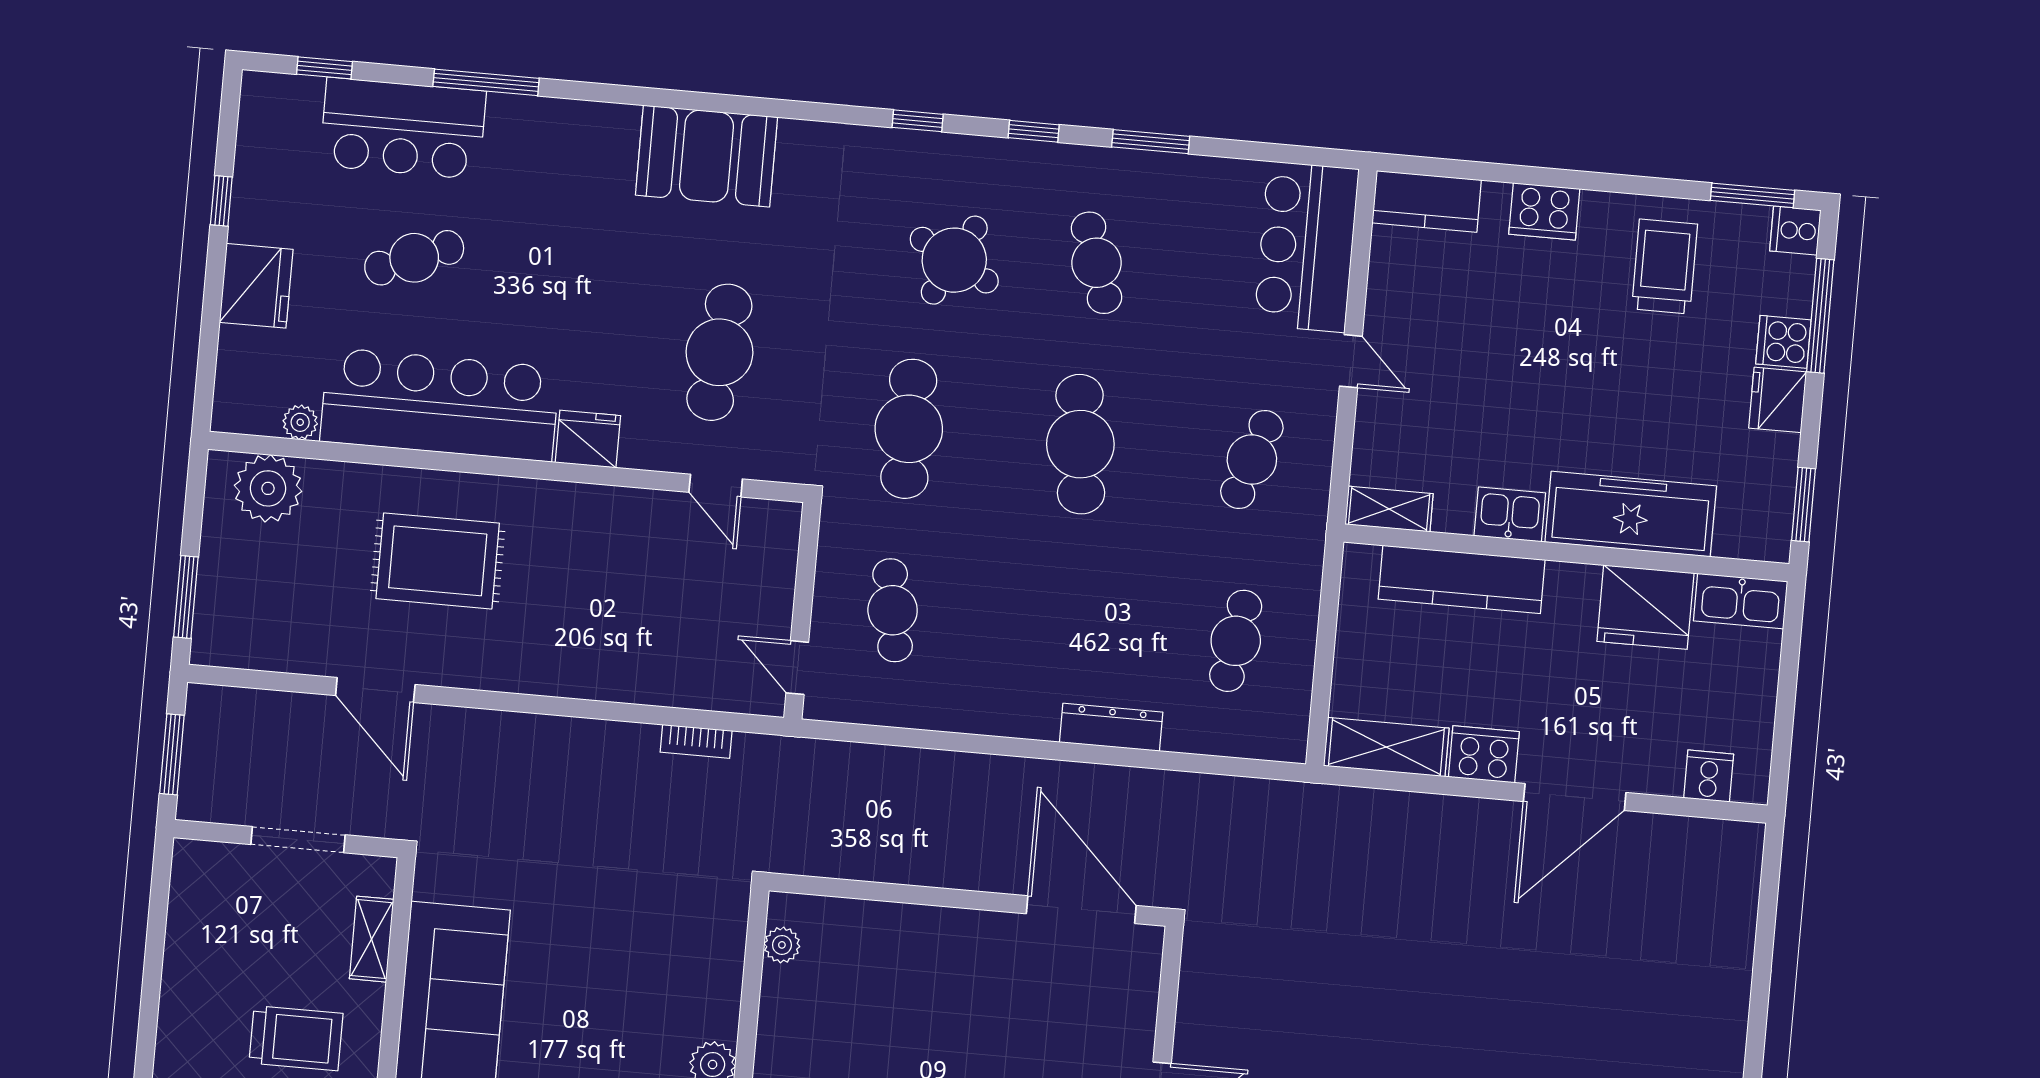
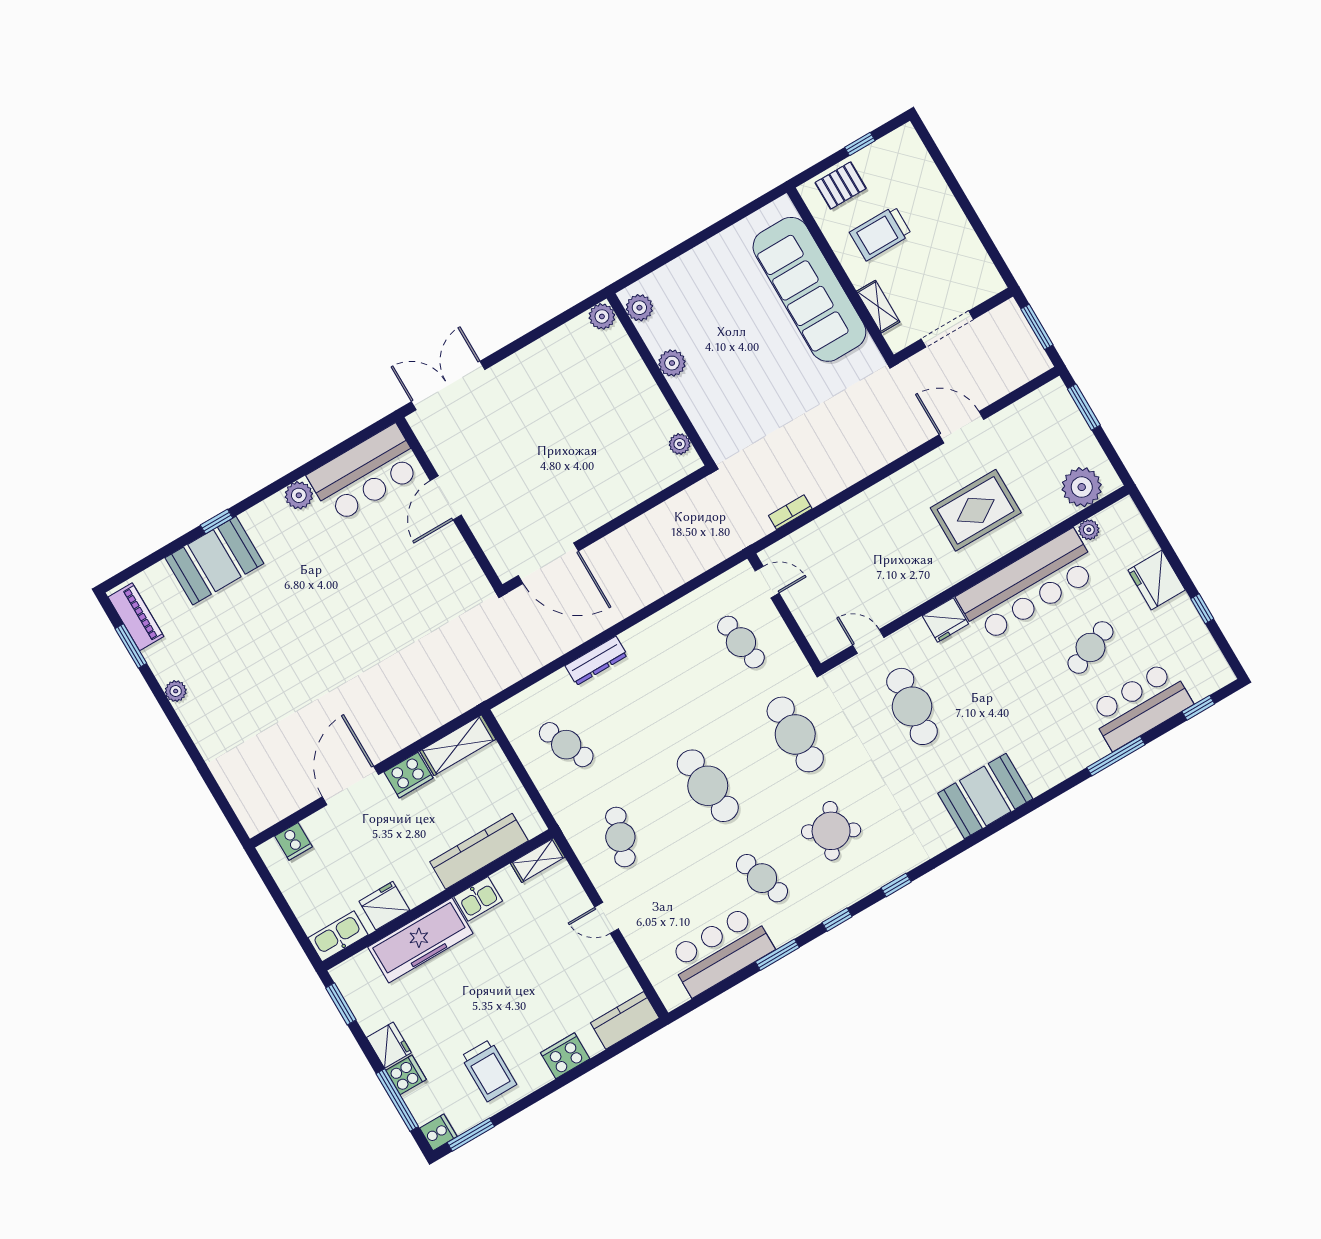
bar counter: (1306, 247) -> (720, 951), moved, turned -90
fridge: (1645, 607) -> (384, 906), width x0.73, depth x0.75
cafe table: (1236, 641) -> (566, 745), turned -33

